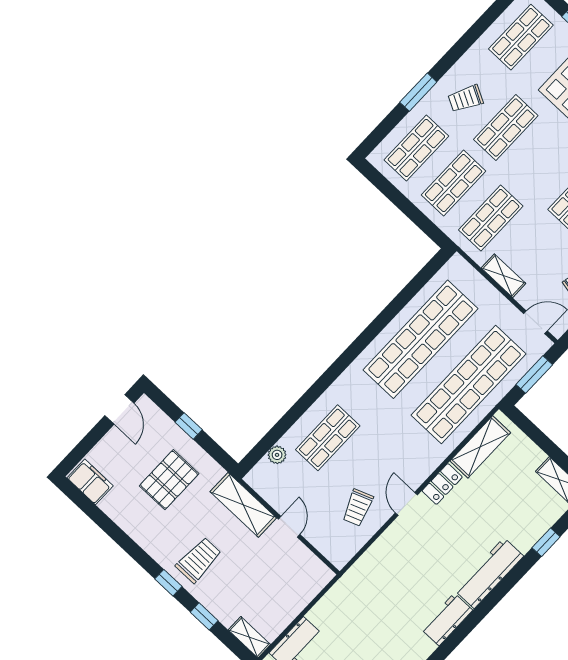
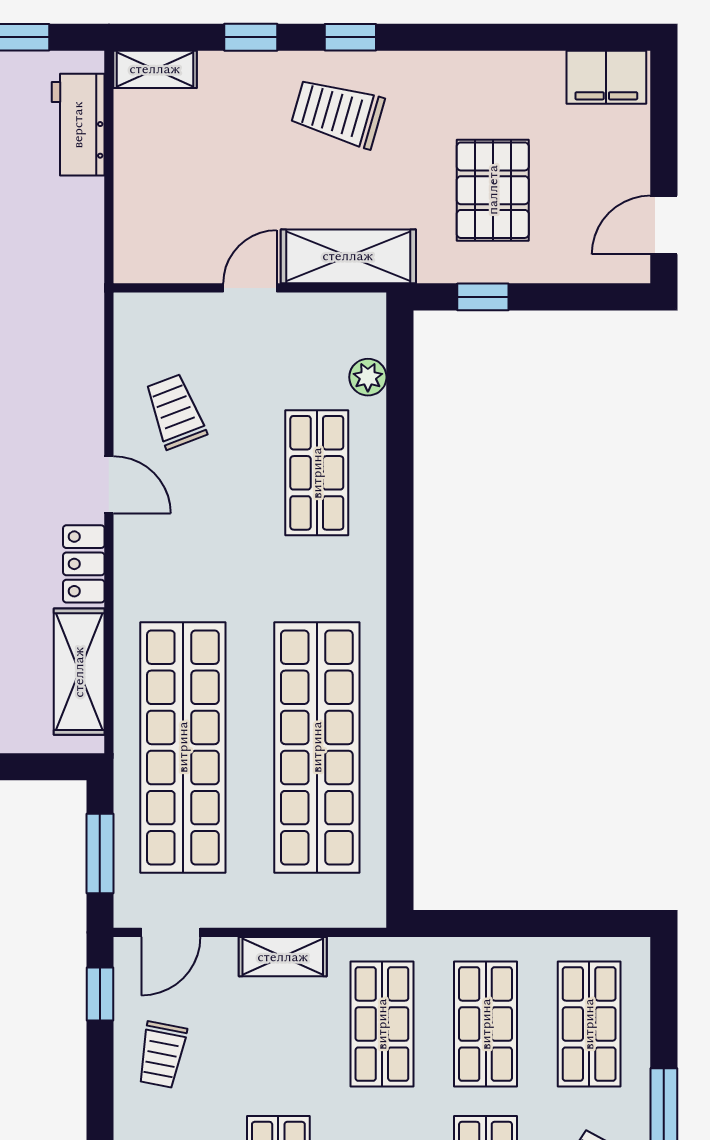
door: (119, 409) -> (664, 225), hinge flipped
window: (189, 426) -> (483, 297), moved
door: (289, 527) -> (250, 288), swing flipped
trolley: (199, 560) -> (338, 113), turned 106

